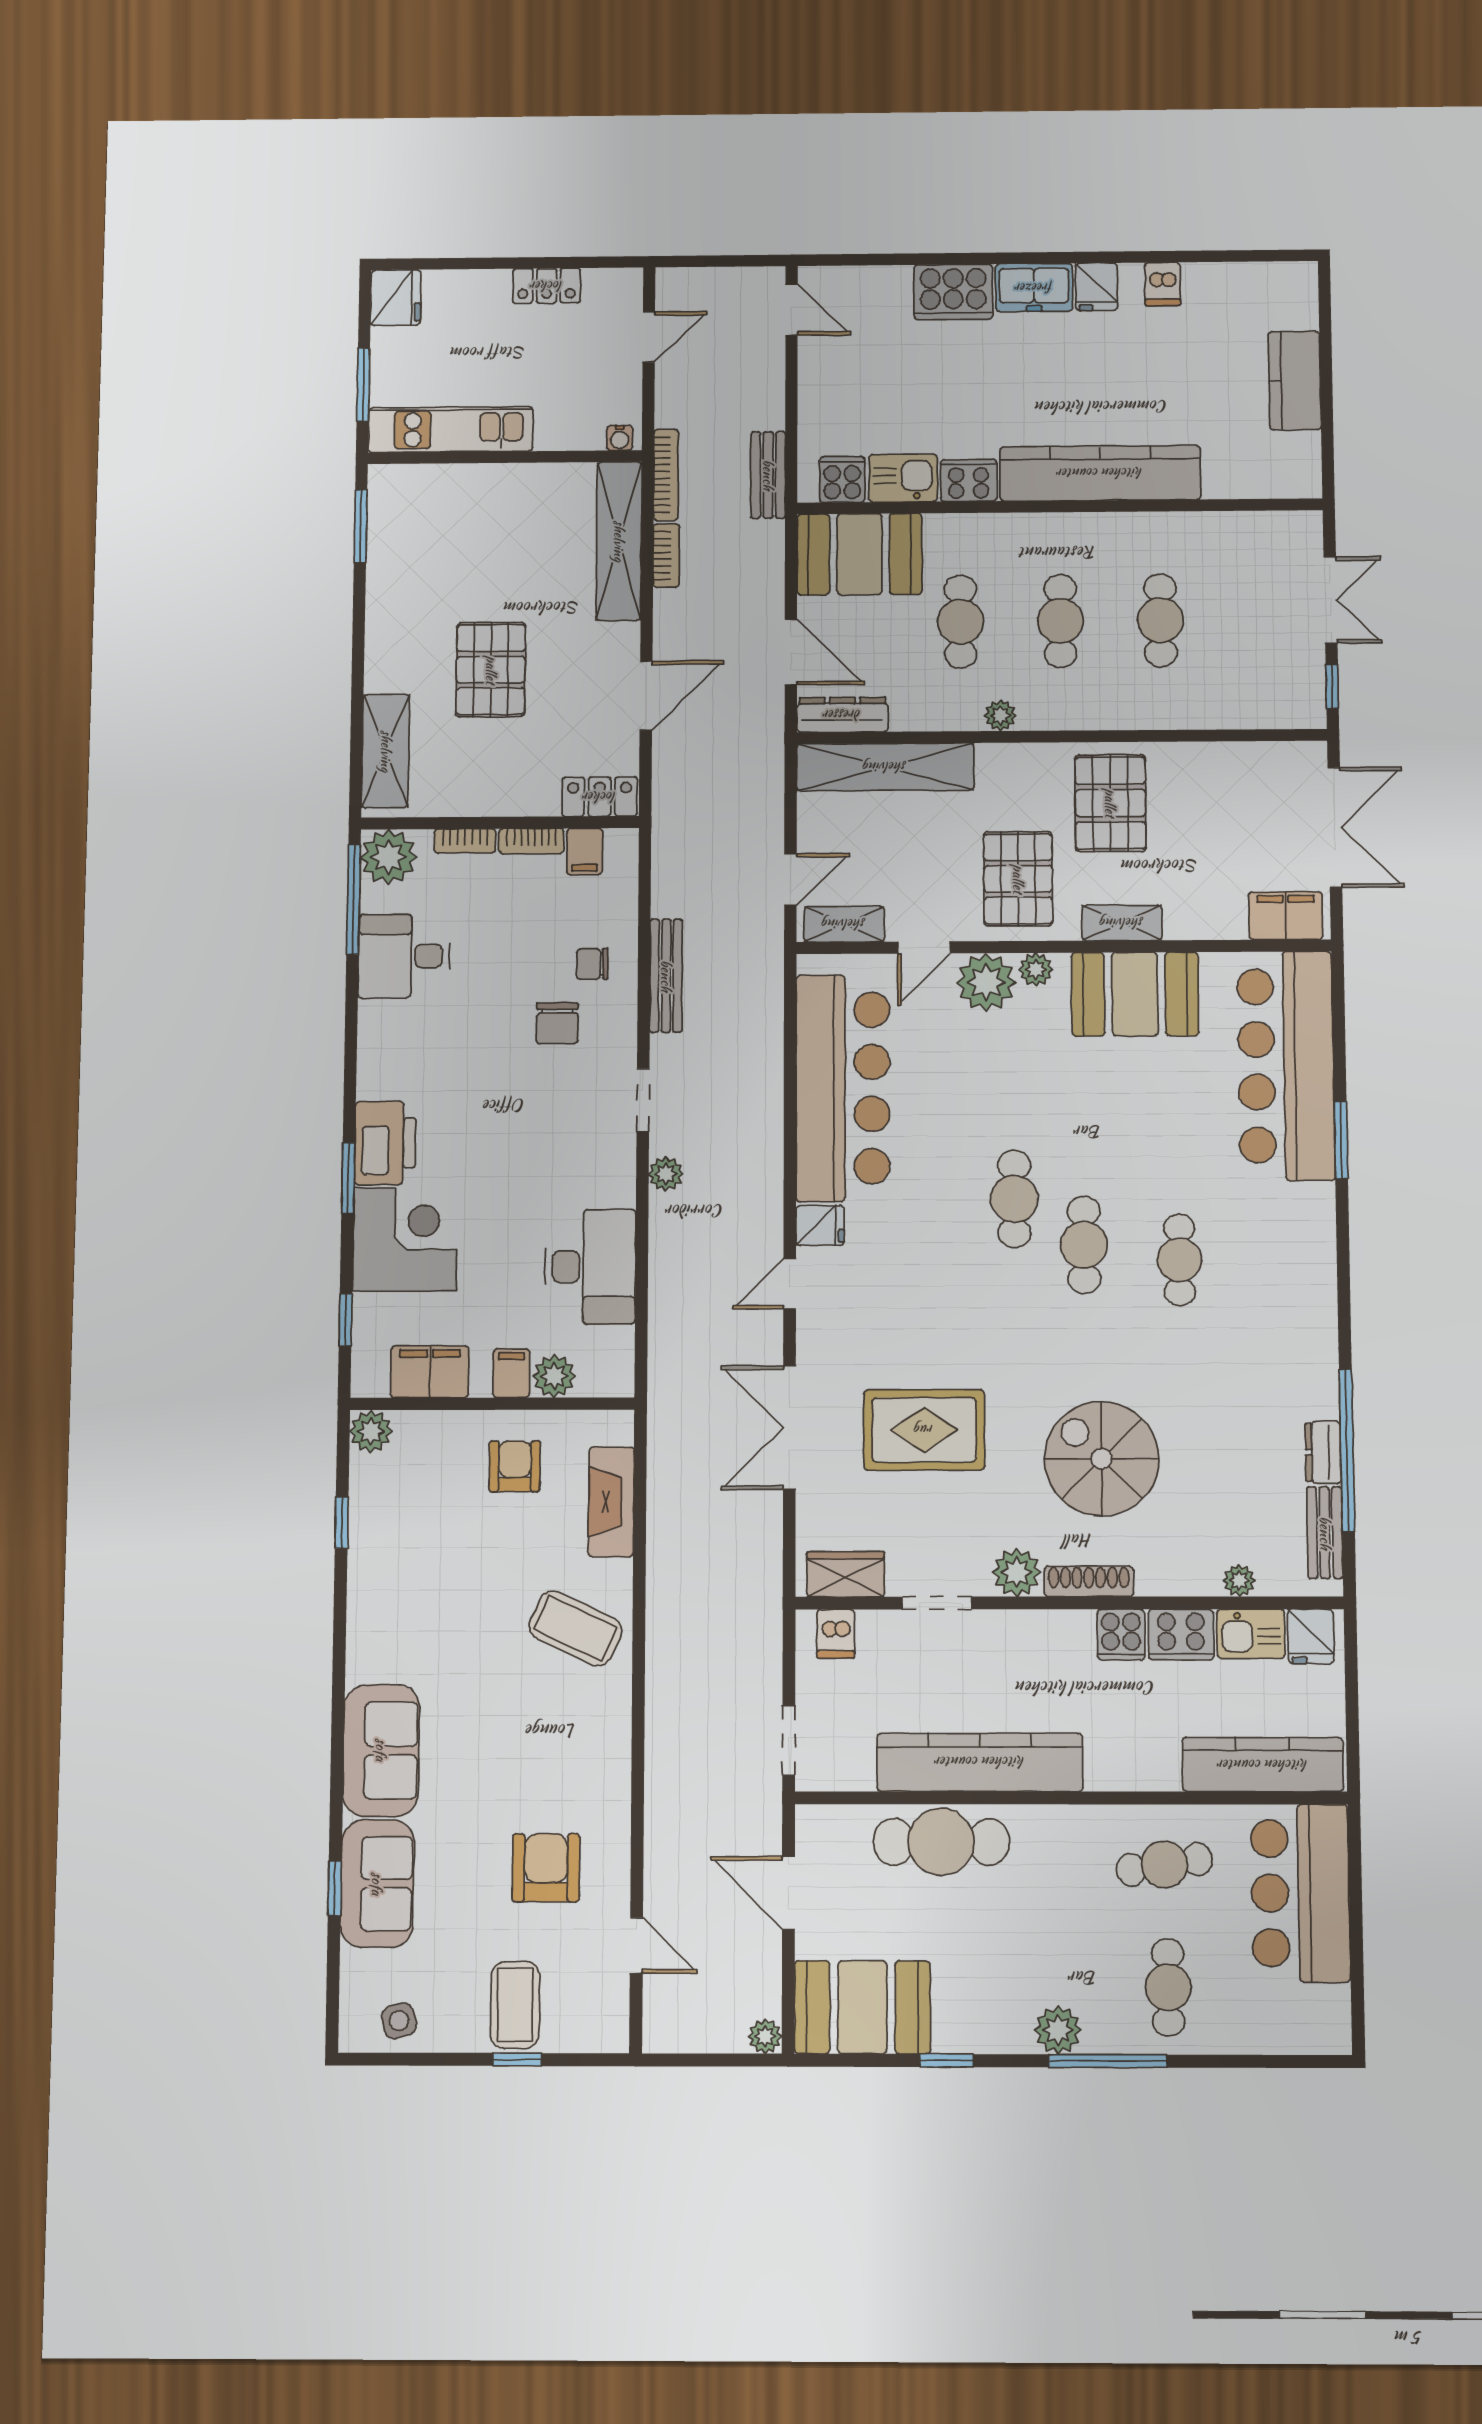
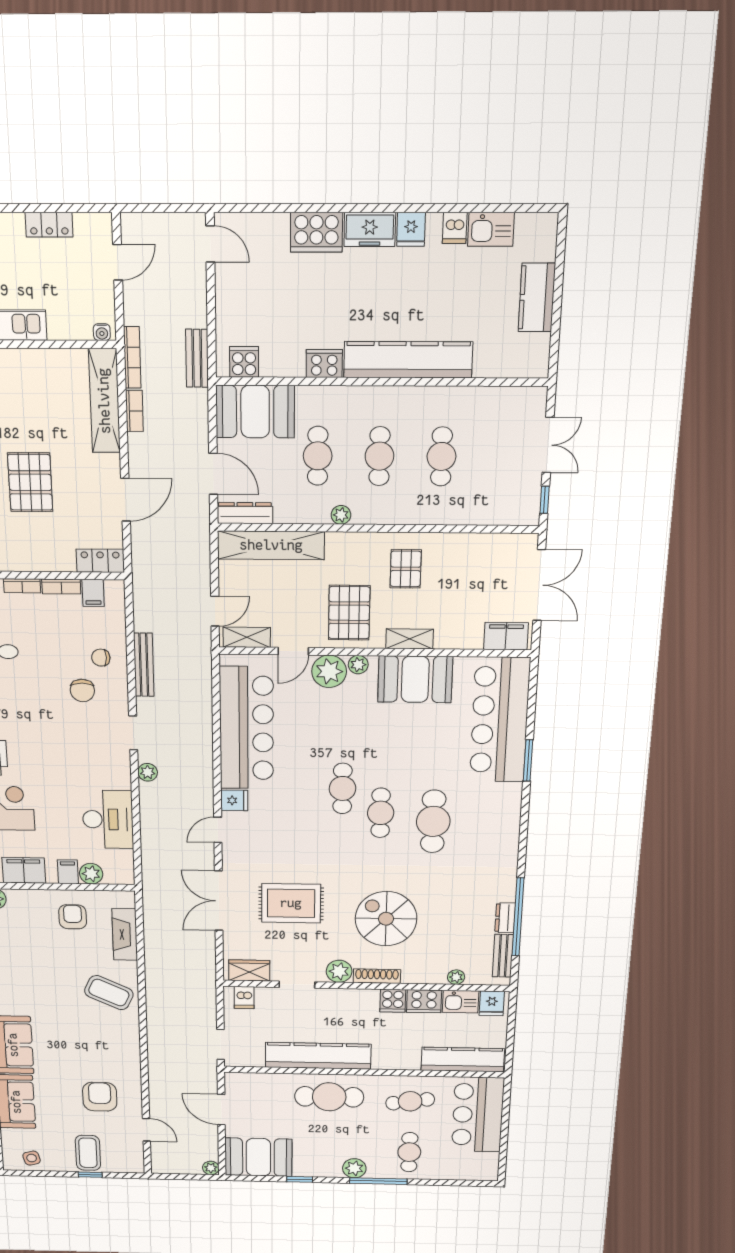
kitchen sink: (903, 478) -> (491, 229), moved, turned 180
pallet: (1110, 803) -> (406, 569), width x0.67, depth x0.71
cafe table: (1180, 1260) -> (433, 821), width x1.37, depth x1.35
cafe table: (941, 1842) -> (329, 1097), moved

